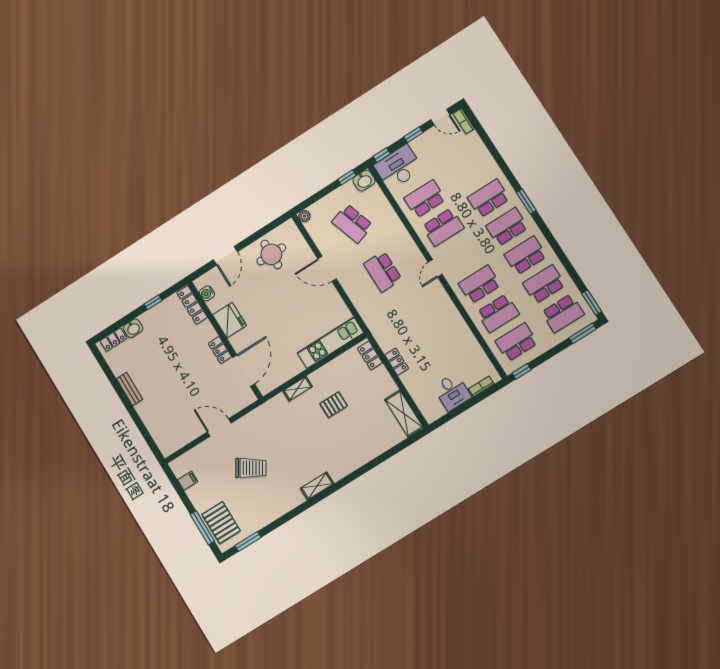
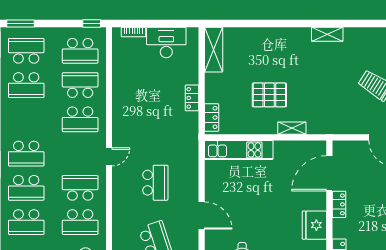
school desk: (526, 255) -> (26, 222), moved
desk: (452, 392) -> (166, 43), width x1.37
pallet: (334, 405) -> (269, 95), width x1.50, depth x1.42

